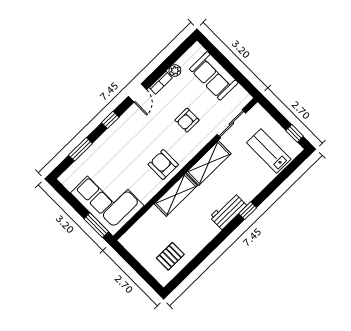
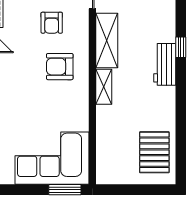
armchair: (163, 165) -> (60, 67), moved
shelving: (176, 195) -> (104, 87), width x0.67, depth x0.75
pallet: (170, 256) -> (154, 152), width x1.50, depth x1.42

